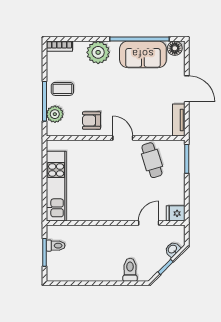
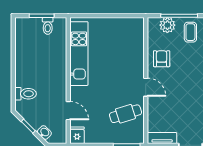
door: (123, 138) -> (146, 87), hinge flipped
kitchen unit: (56, 186) -> (79, 54), moved, turned -90

